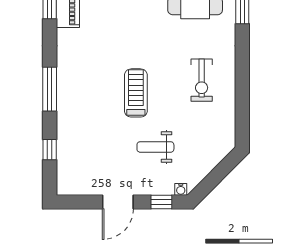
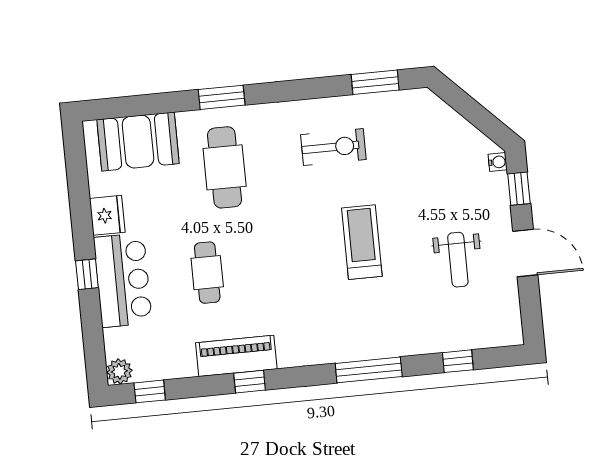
treadmill: (136, 93) -> (362, 242), turned 90
window: (242, 112) -> (375, 82), added
weight bench: (155, 147) -> (458, 260), moved

